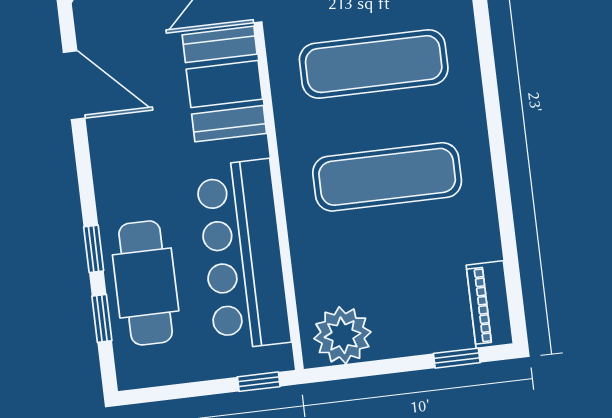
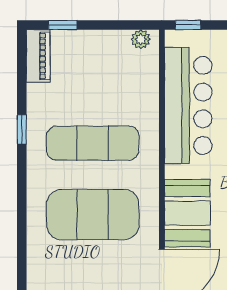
exercise mat: (374, 64) -> (93, 215), width x1.47
window: (502, 185) -> (22, 129), added
plant: (342, 335) -> (141, 39), width x0.53, depth x0.53

